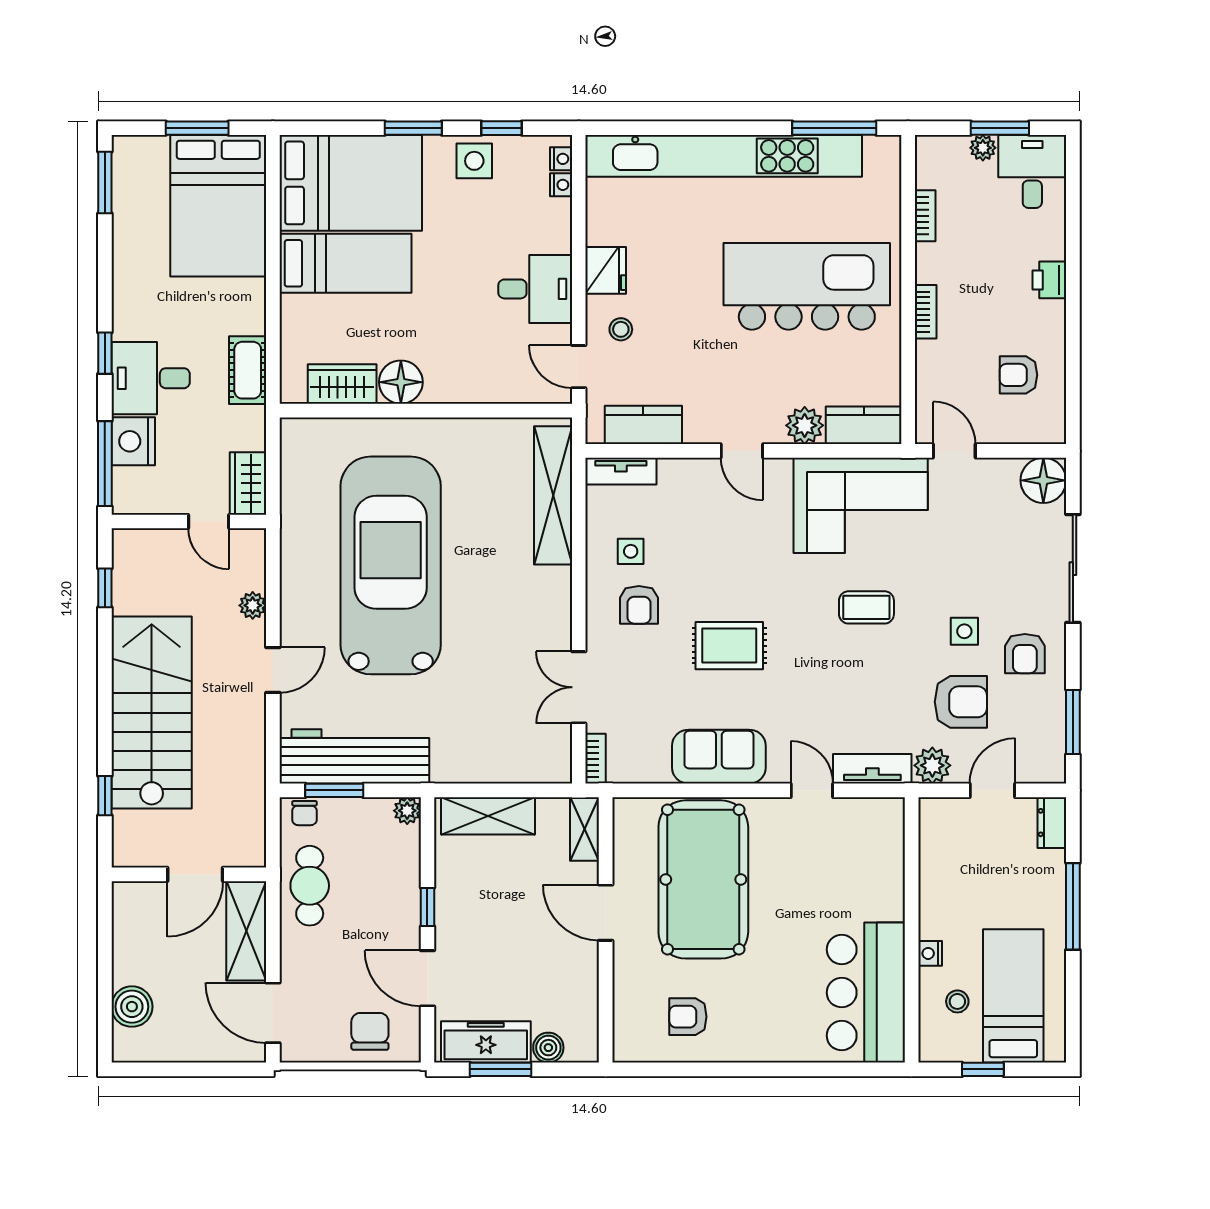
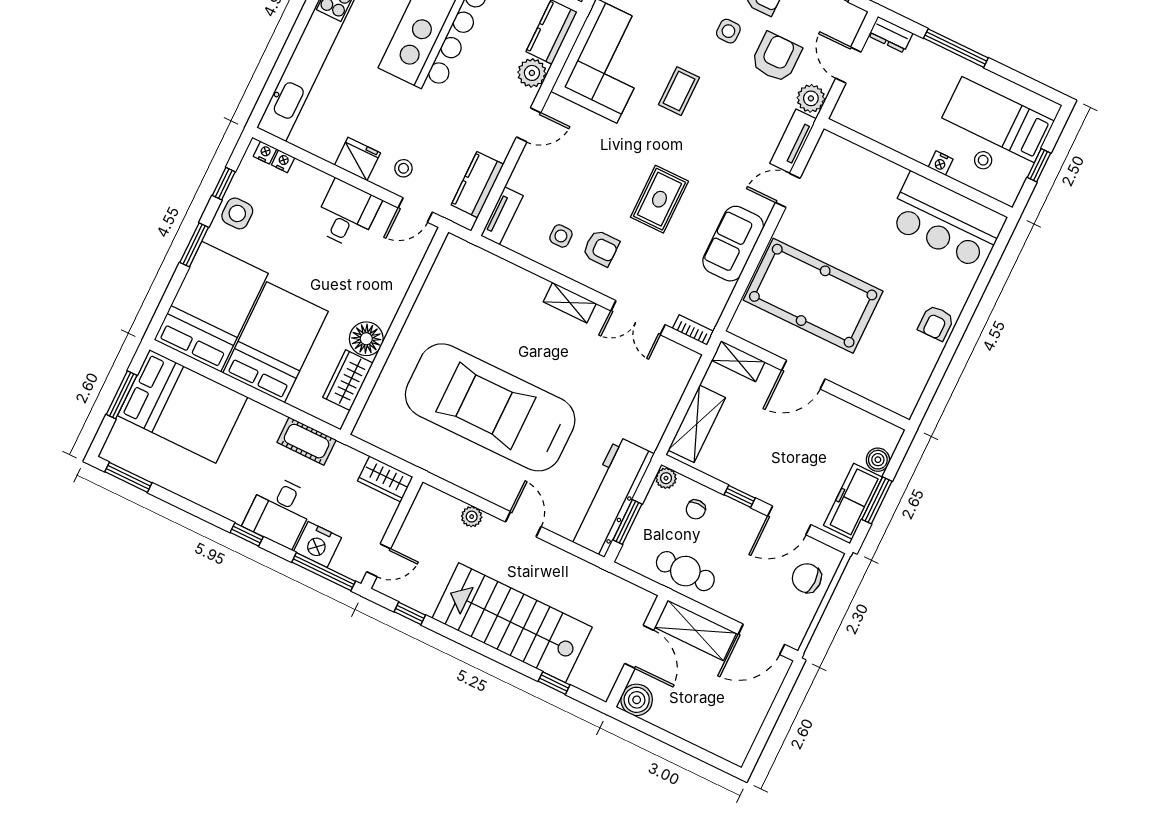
bed: (345, 263) -> (275, 342), width x1.50
shelving: (553, 495) -> (570, 303), moved, width x0.45, depth x0.75
door: (209, 521) -> (379, 560), moved
chair: (304, 813) -> (696, 509), moved, turned 90
boiler: (132, 1007) -> (637, 700), moved
armchair: (688, 1017) -> (936, 323), moved

